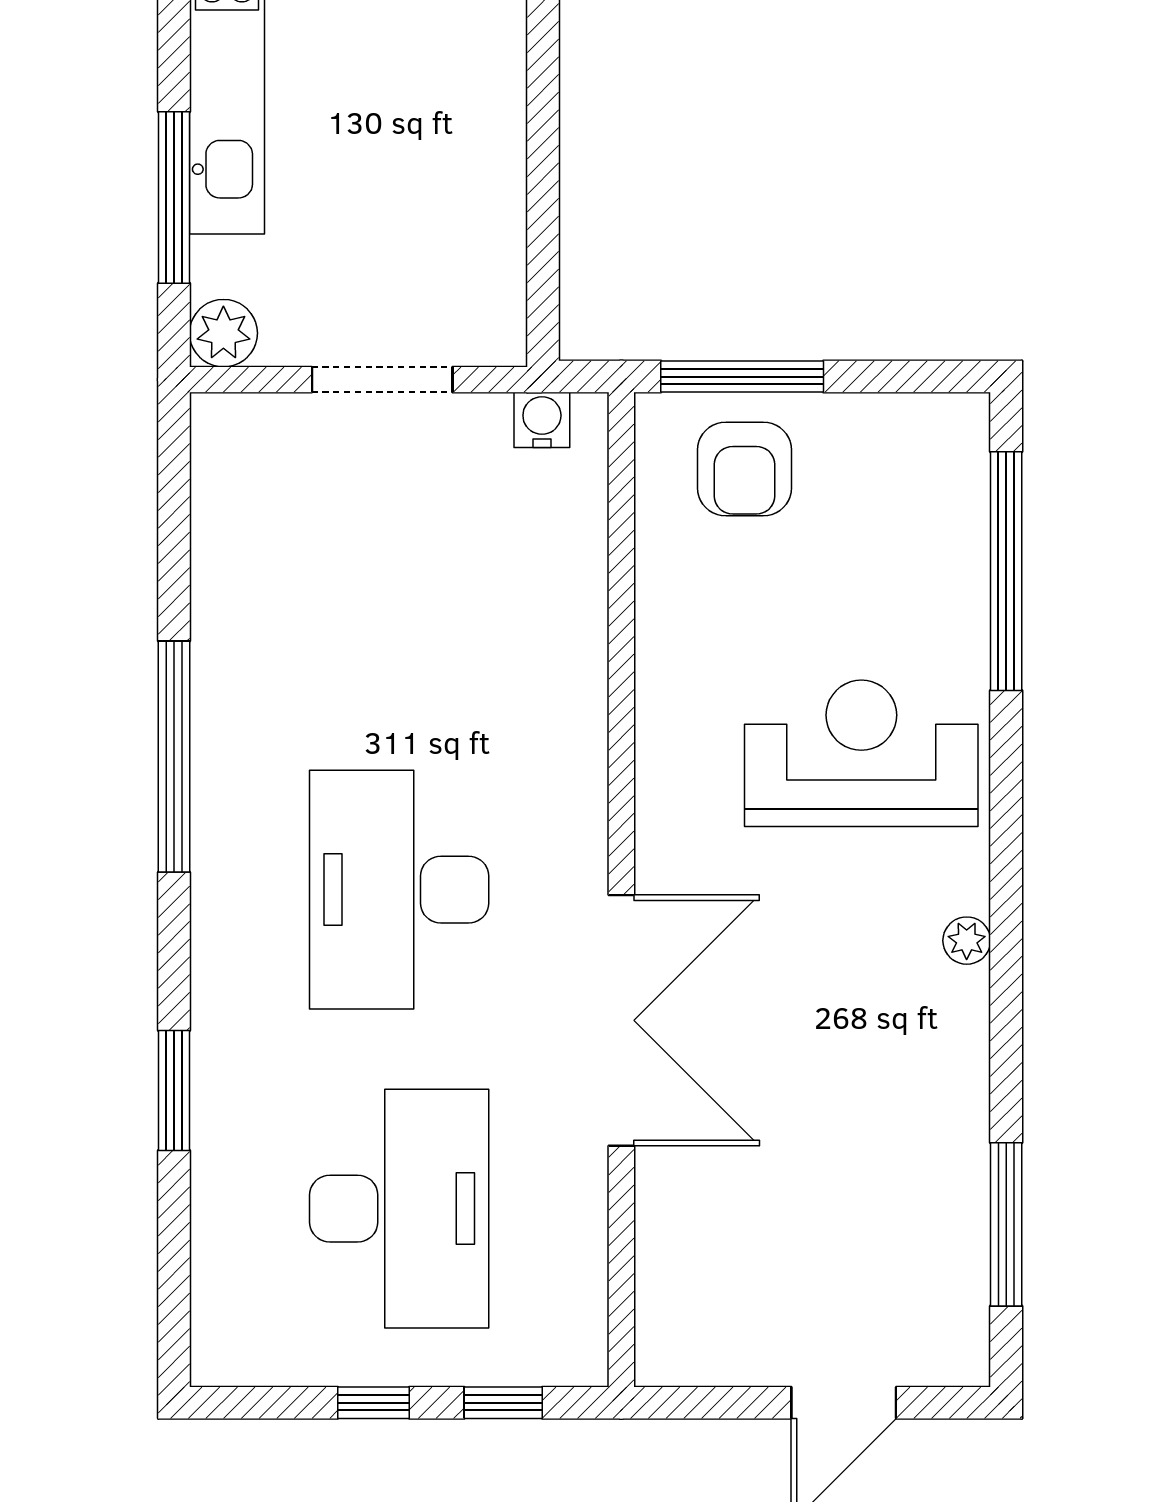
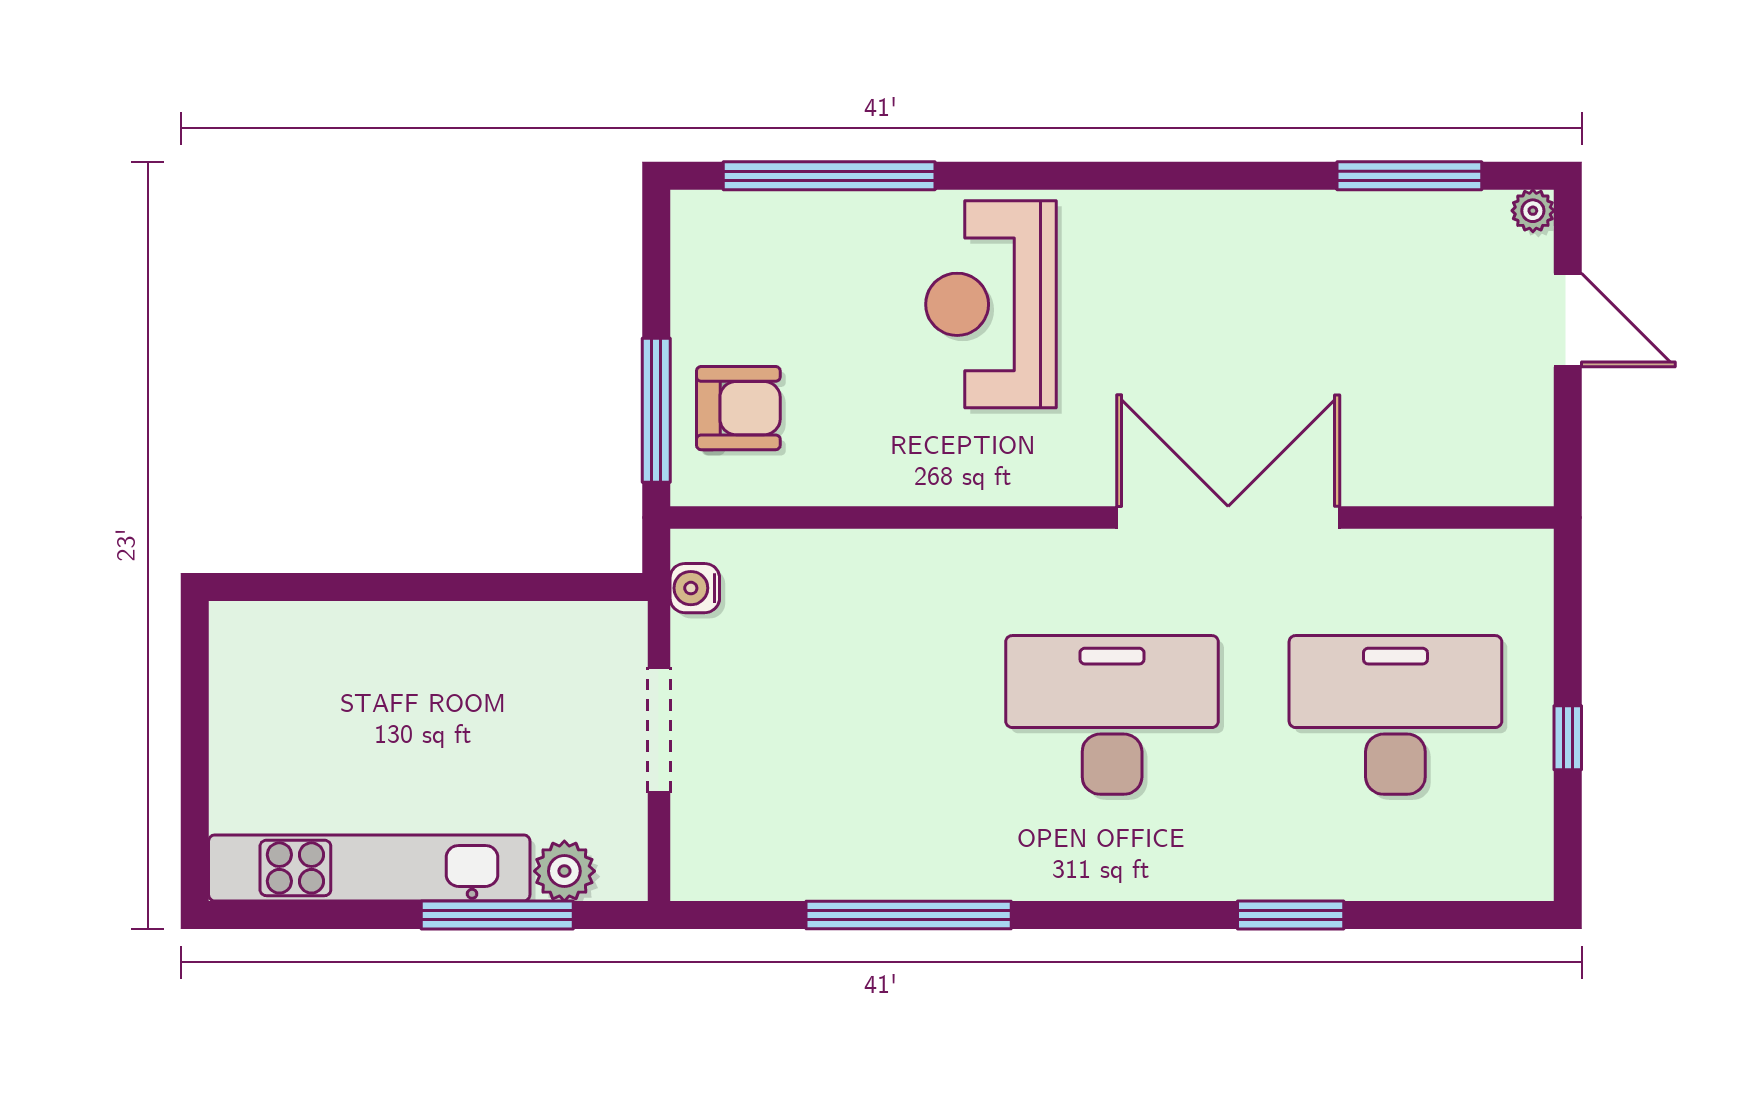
plant: (223, 333) -> (564, 871), moved
window: (174, 757) -> (909, 915), moved
desk: (399, 890) -> (1112, 715), turned 180
plant: (967, 941) -> (1533, 211), moved
window: (503, 1403) -> (1568, 623), removed

